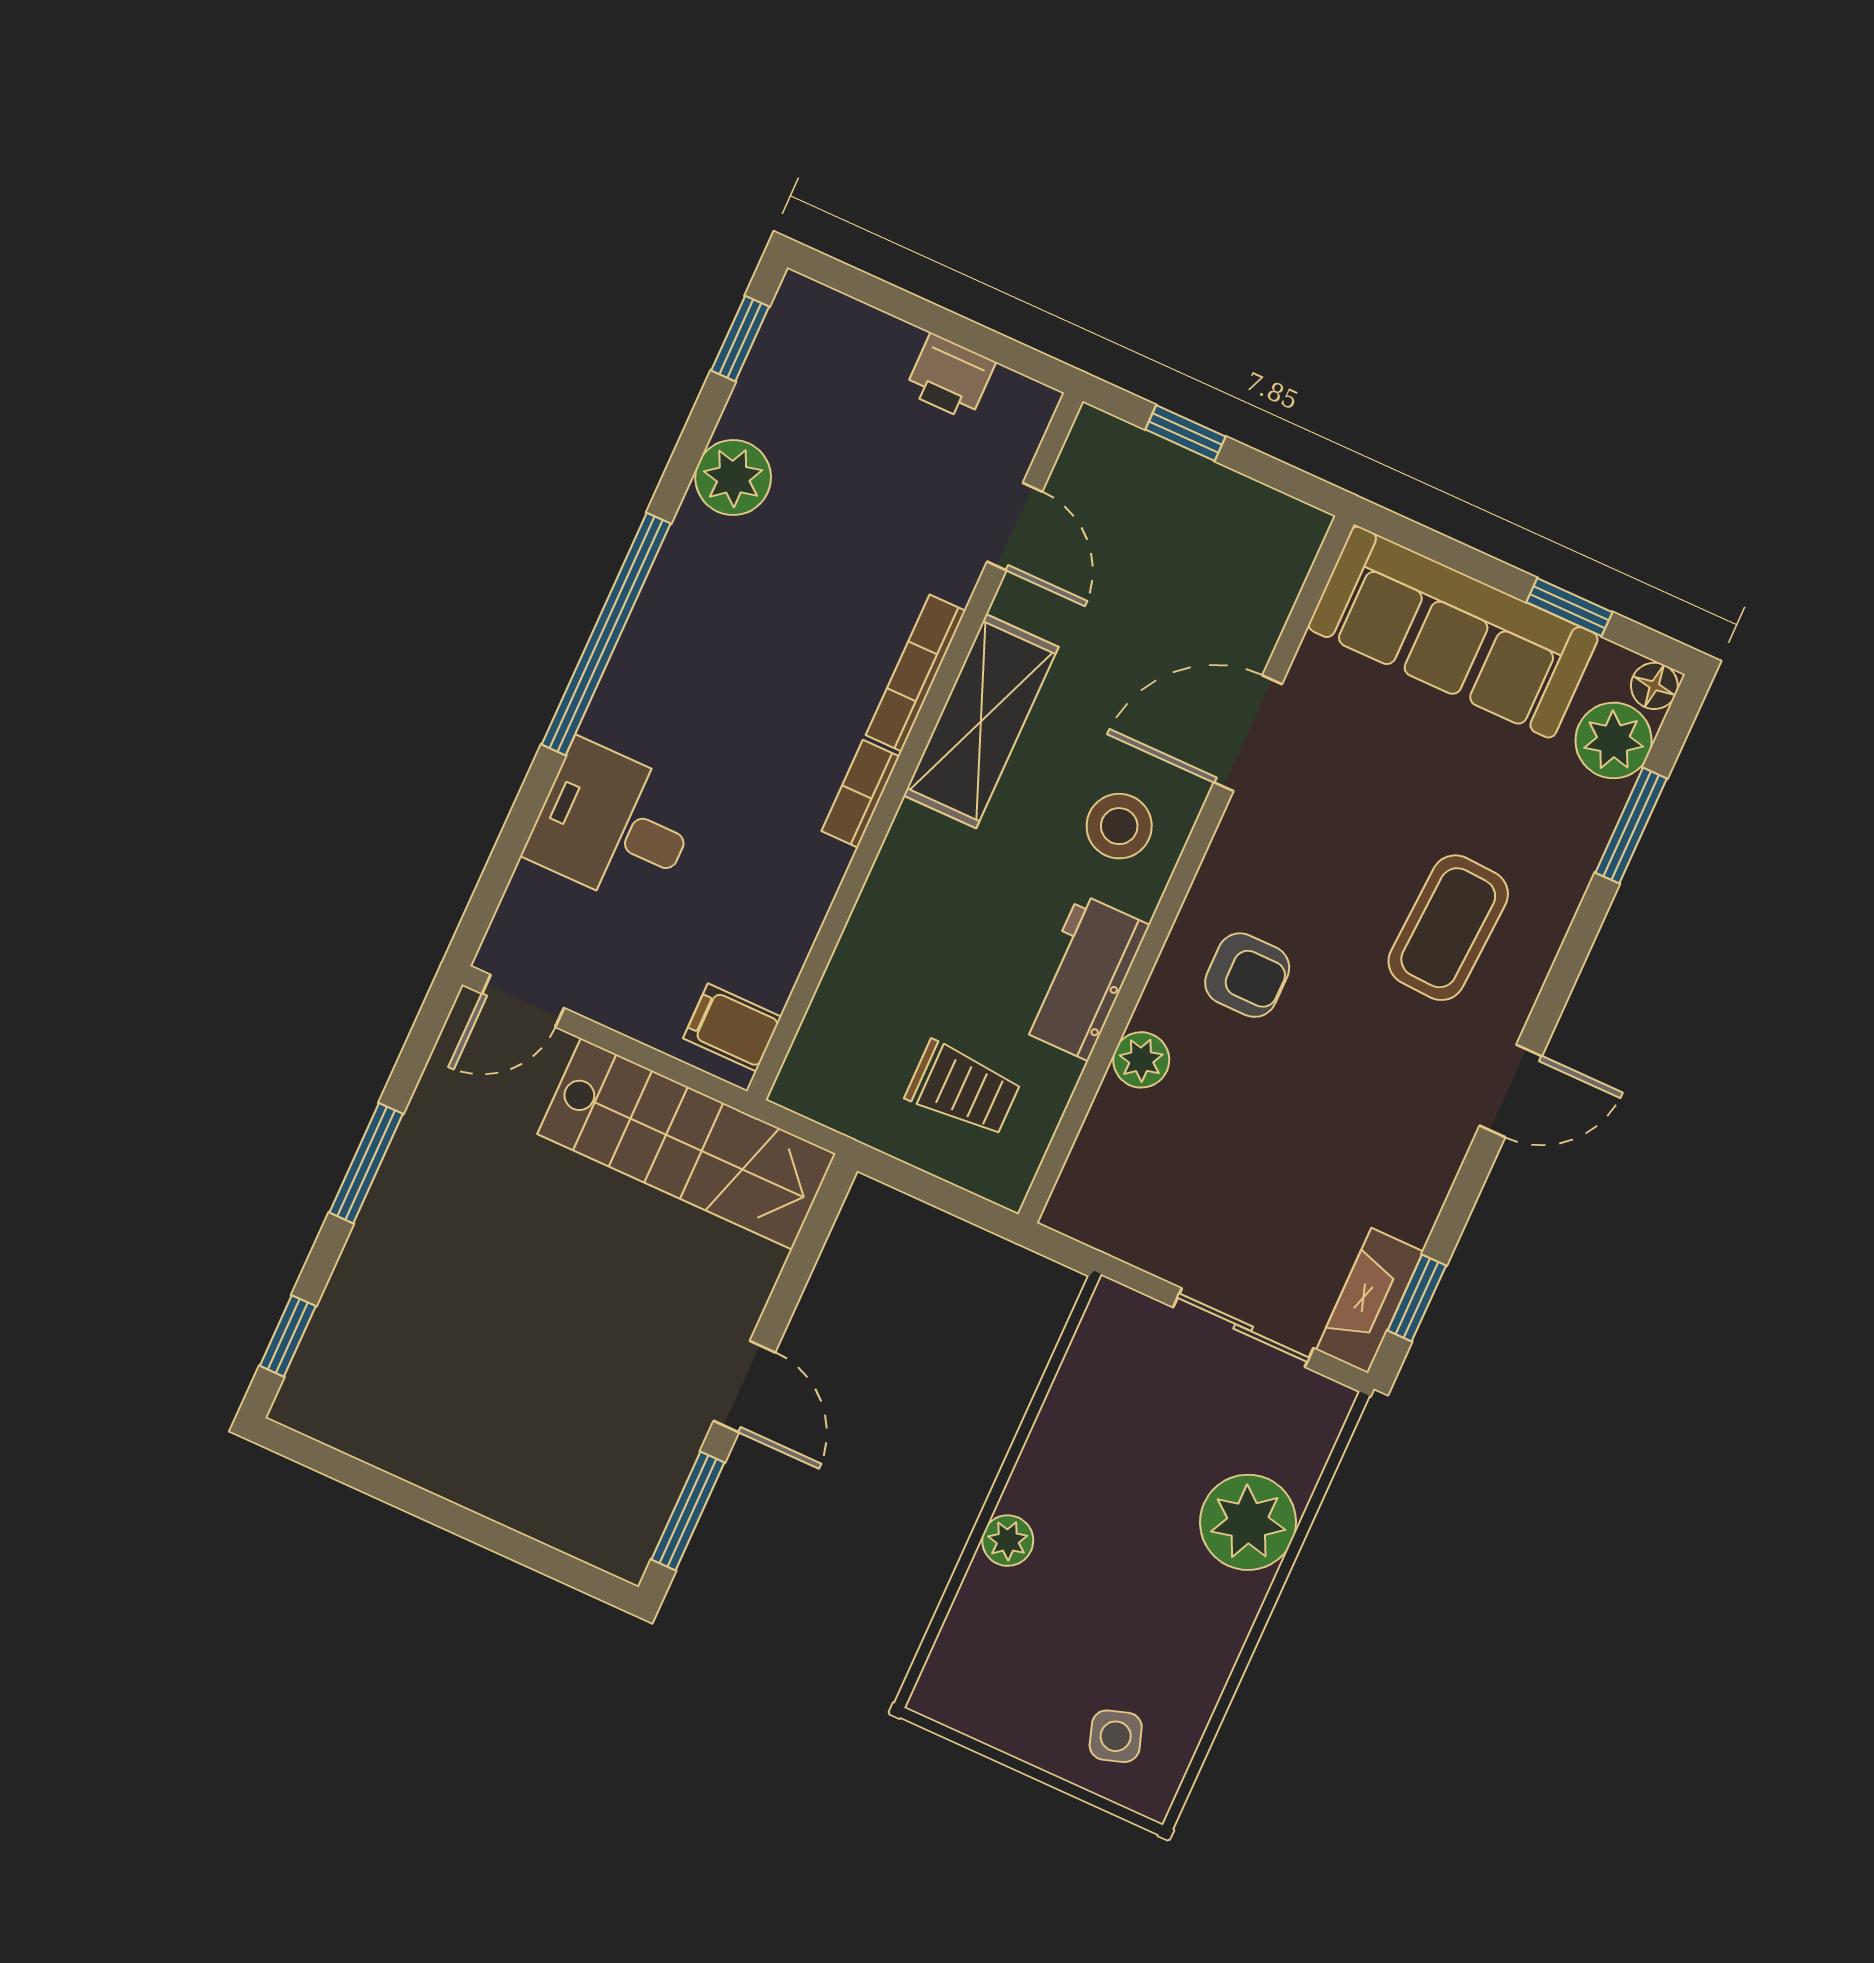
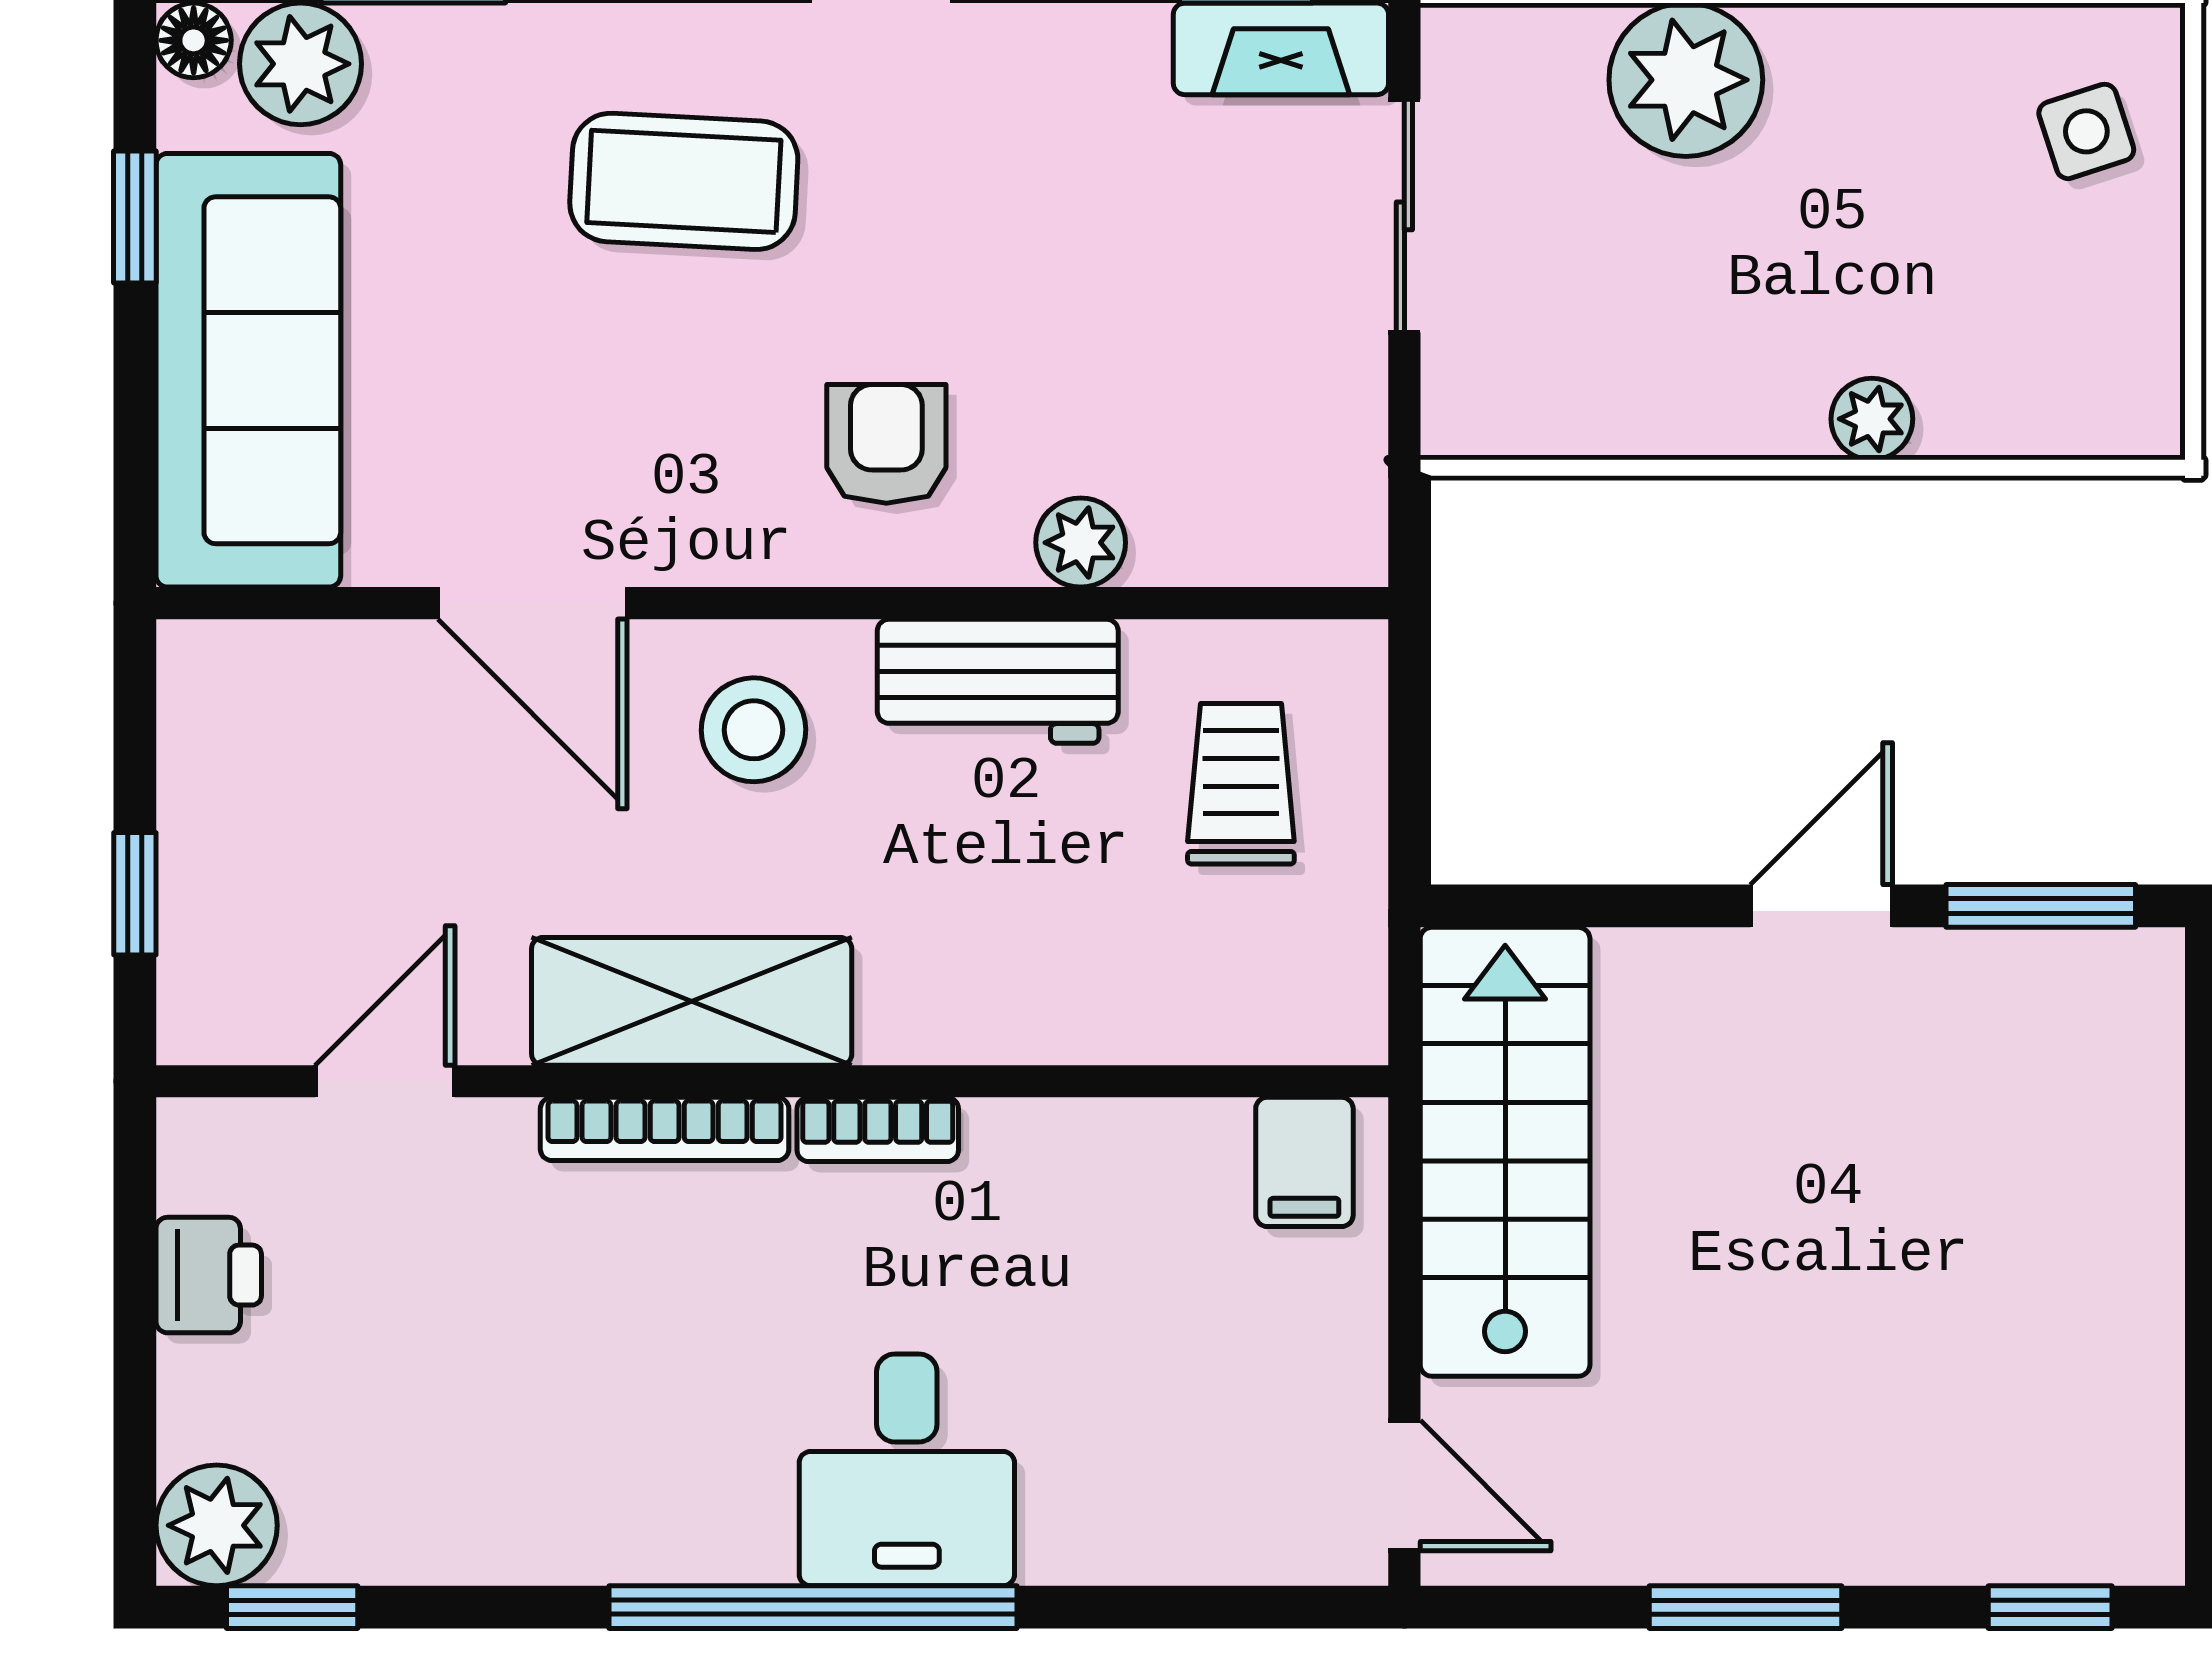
plant: (733, 477) -> (217, 1525), moved
desk: (613, 825) -> (907, 1470), moved

